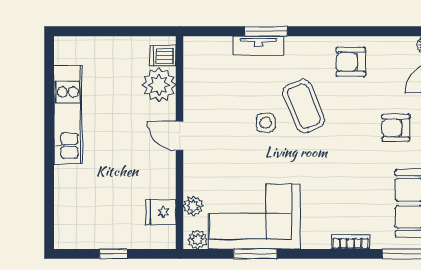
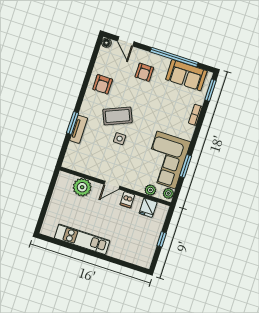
dishwasher: (163, 56) -> (127, 200), moved

